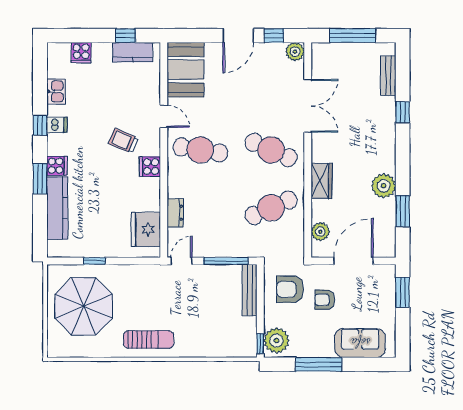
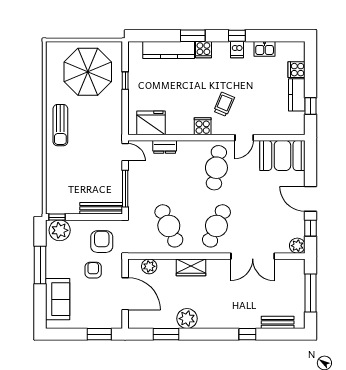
kitchen counter: (133, 52) -> (297, 95), moved

